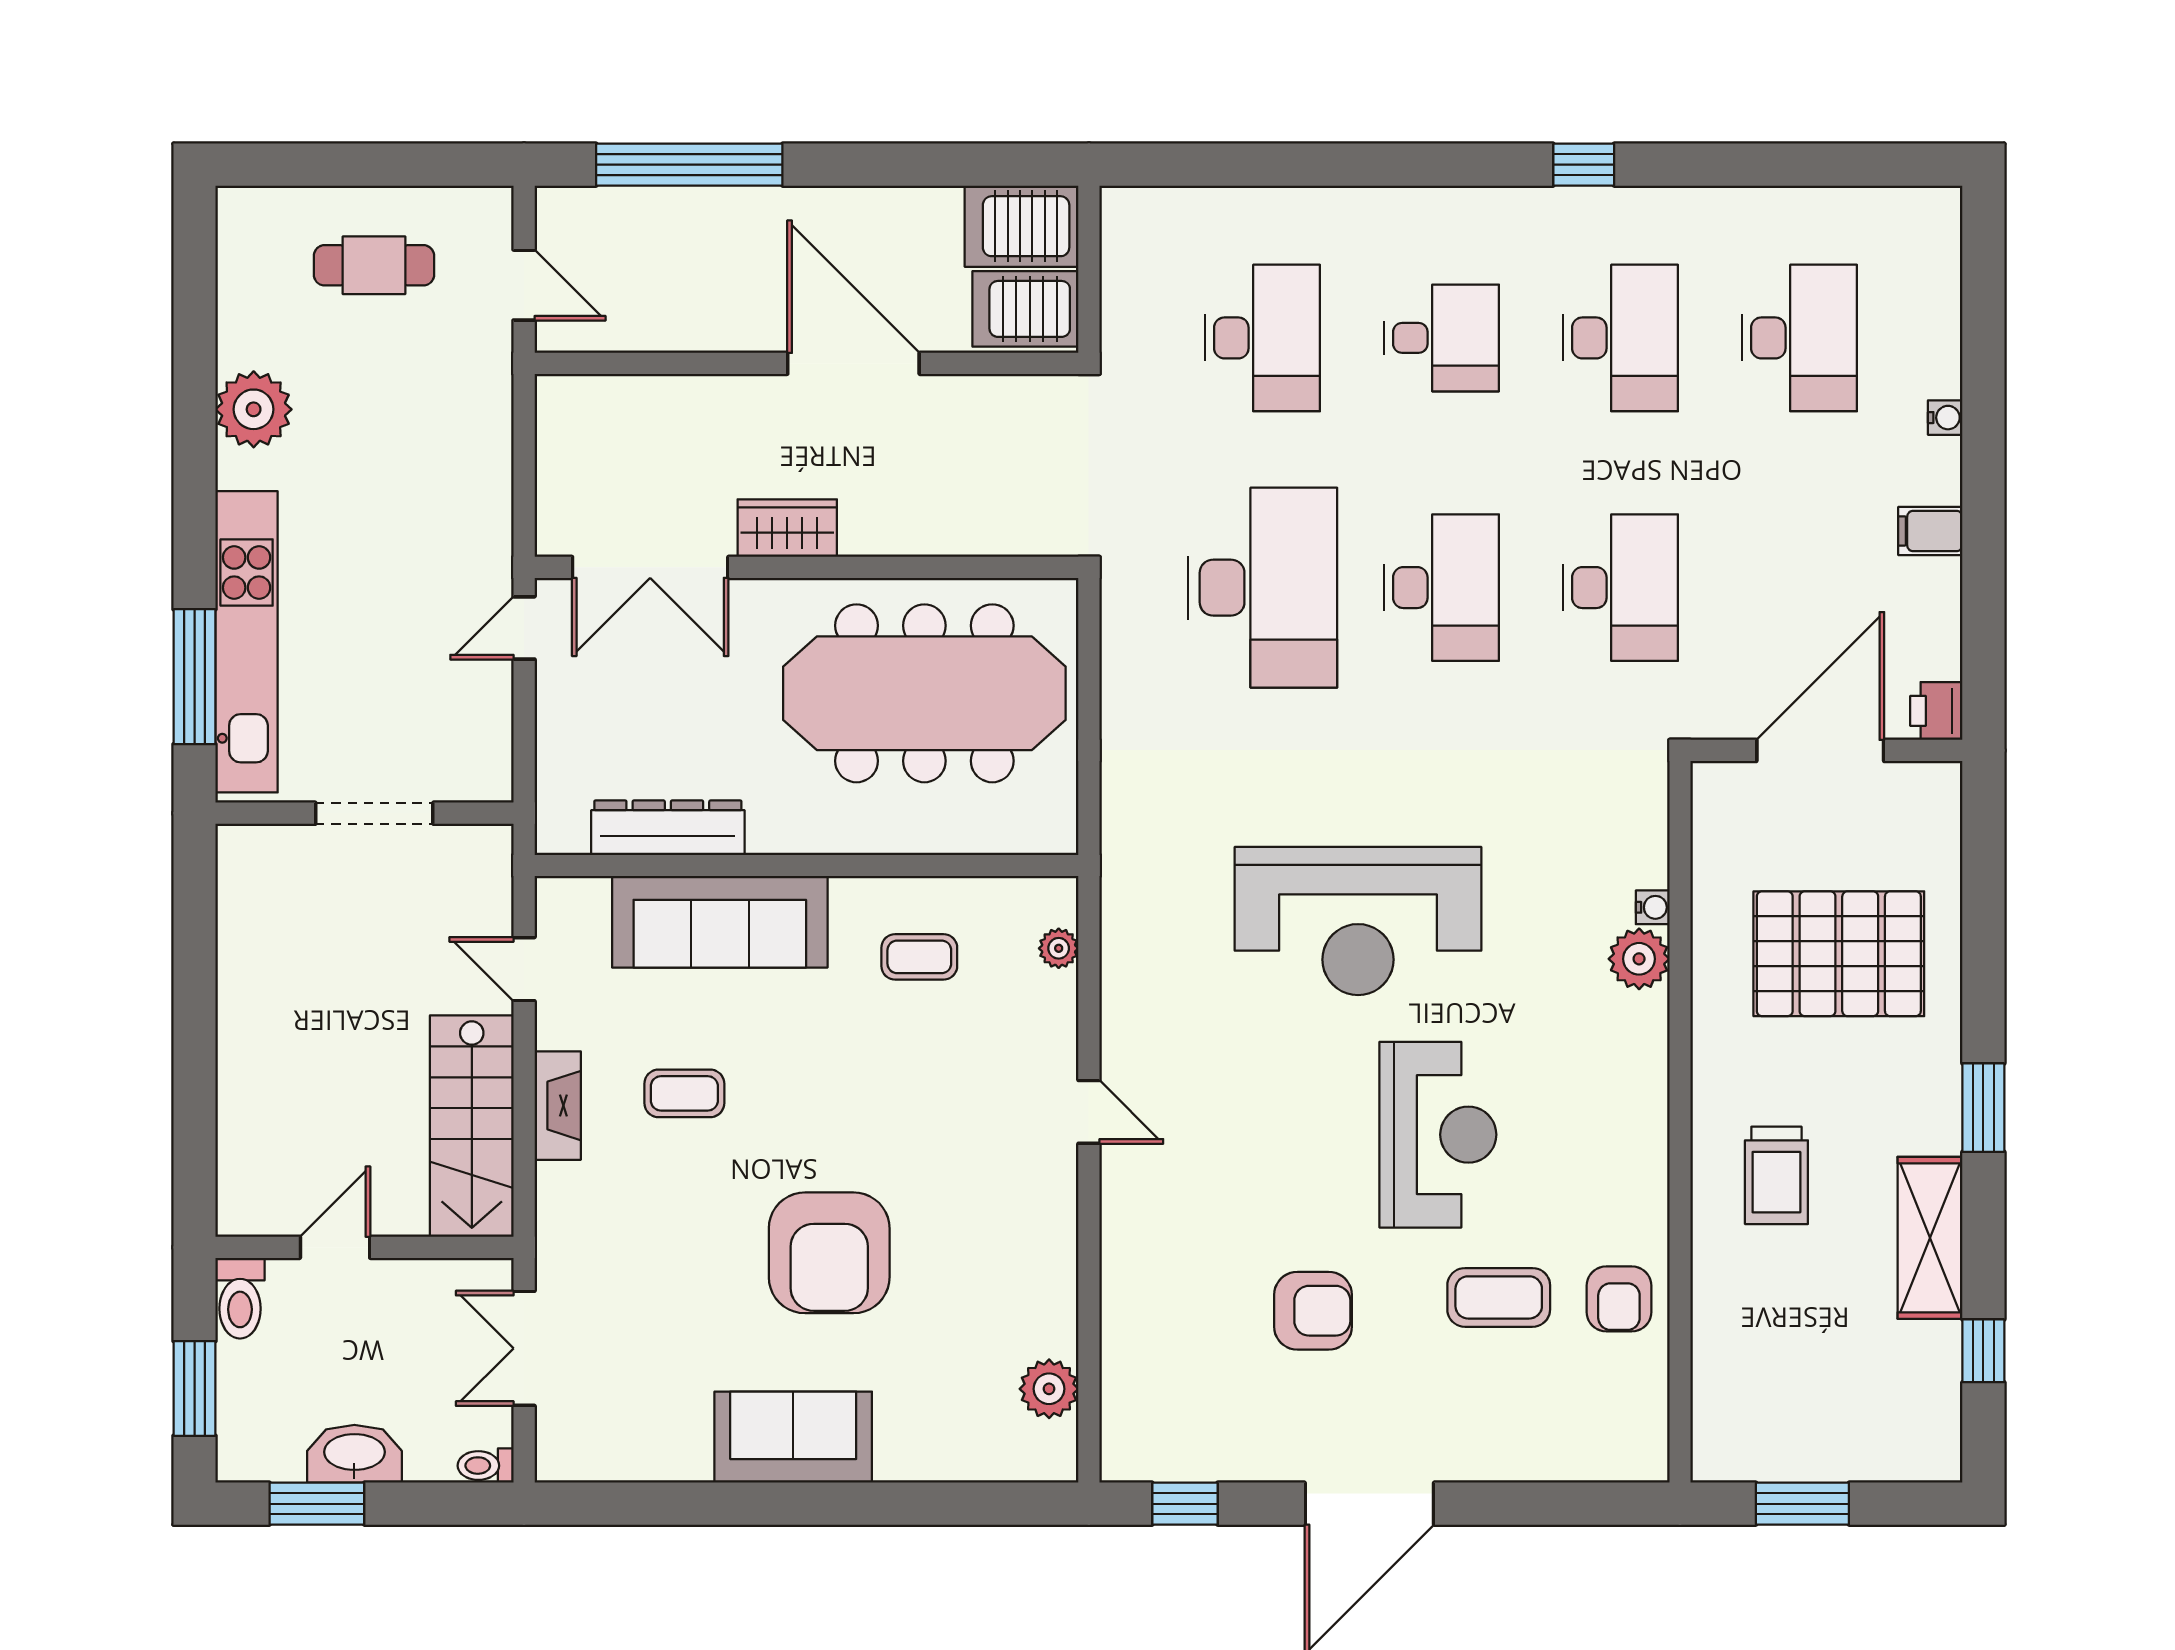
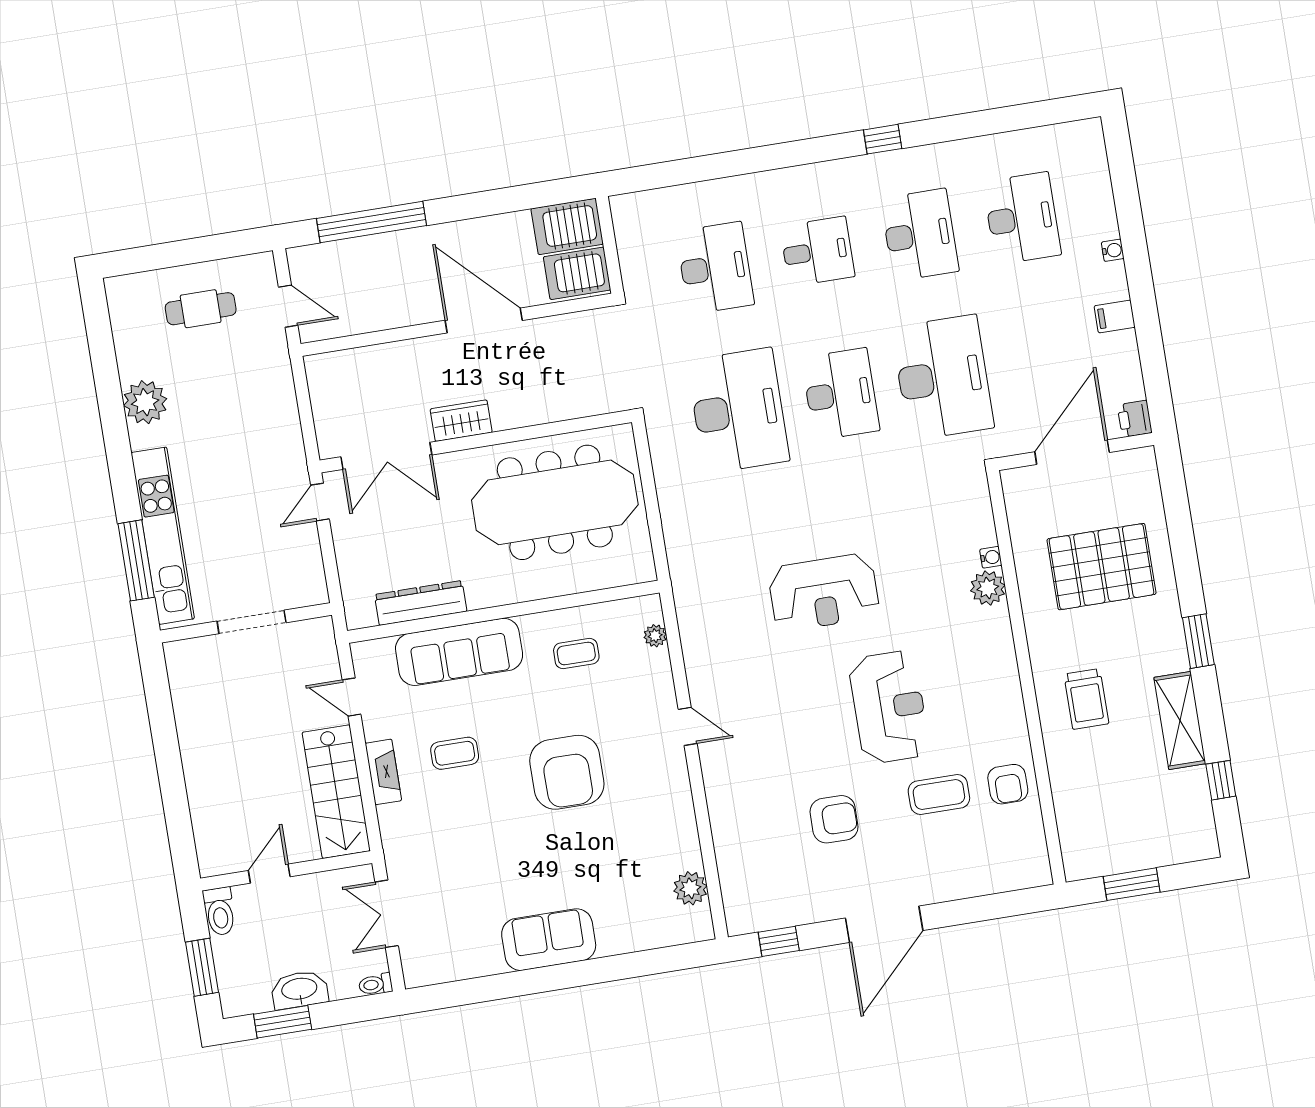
desk: (1620, 588) -> (943, 378), width x1.36, depth x1.30
reception desk: (1358, 921) -> (824, 592), width x0.74, depth x0.77
armchair: (829, 1253) -> (567, 772), moved

